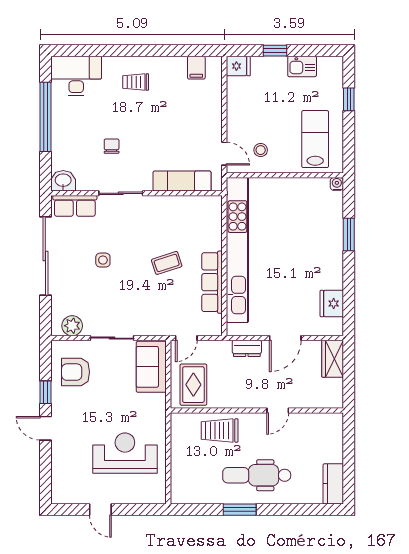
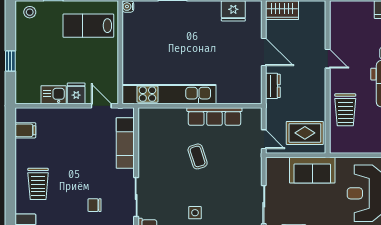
fridge: (238, 66) -> (76, 93), moved
kitchen sink: (302, 66) -> (54, 95), moved, turned -90
trolley: (136, 82) -> (38, 184), width x1.36, depth x1.39
stool: (261, 150) -> (30, 12), moved
door: (224, 154) -> (101, 106), hinge flipped
kitchen unit: (237, 250) -> (169, 94), width x0.73
sofa: (151, 367) -> (312, 170), moved

